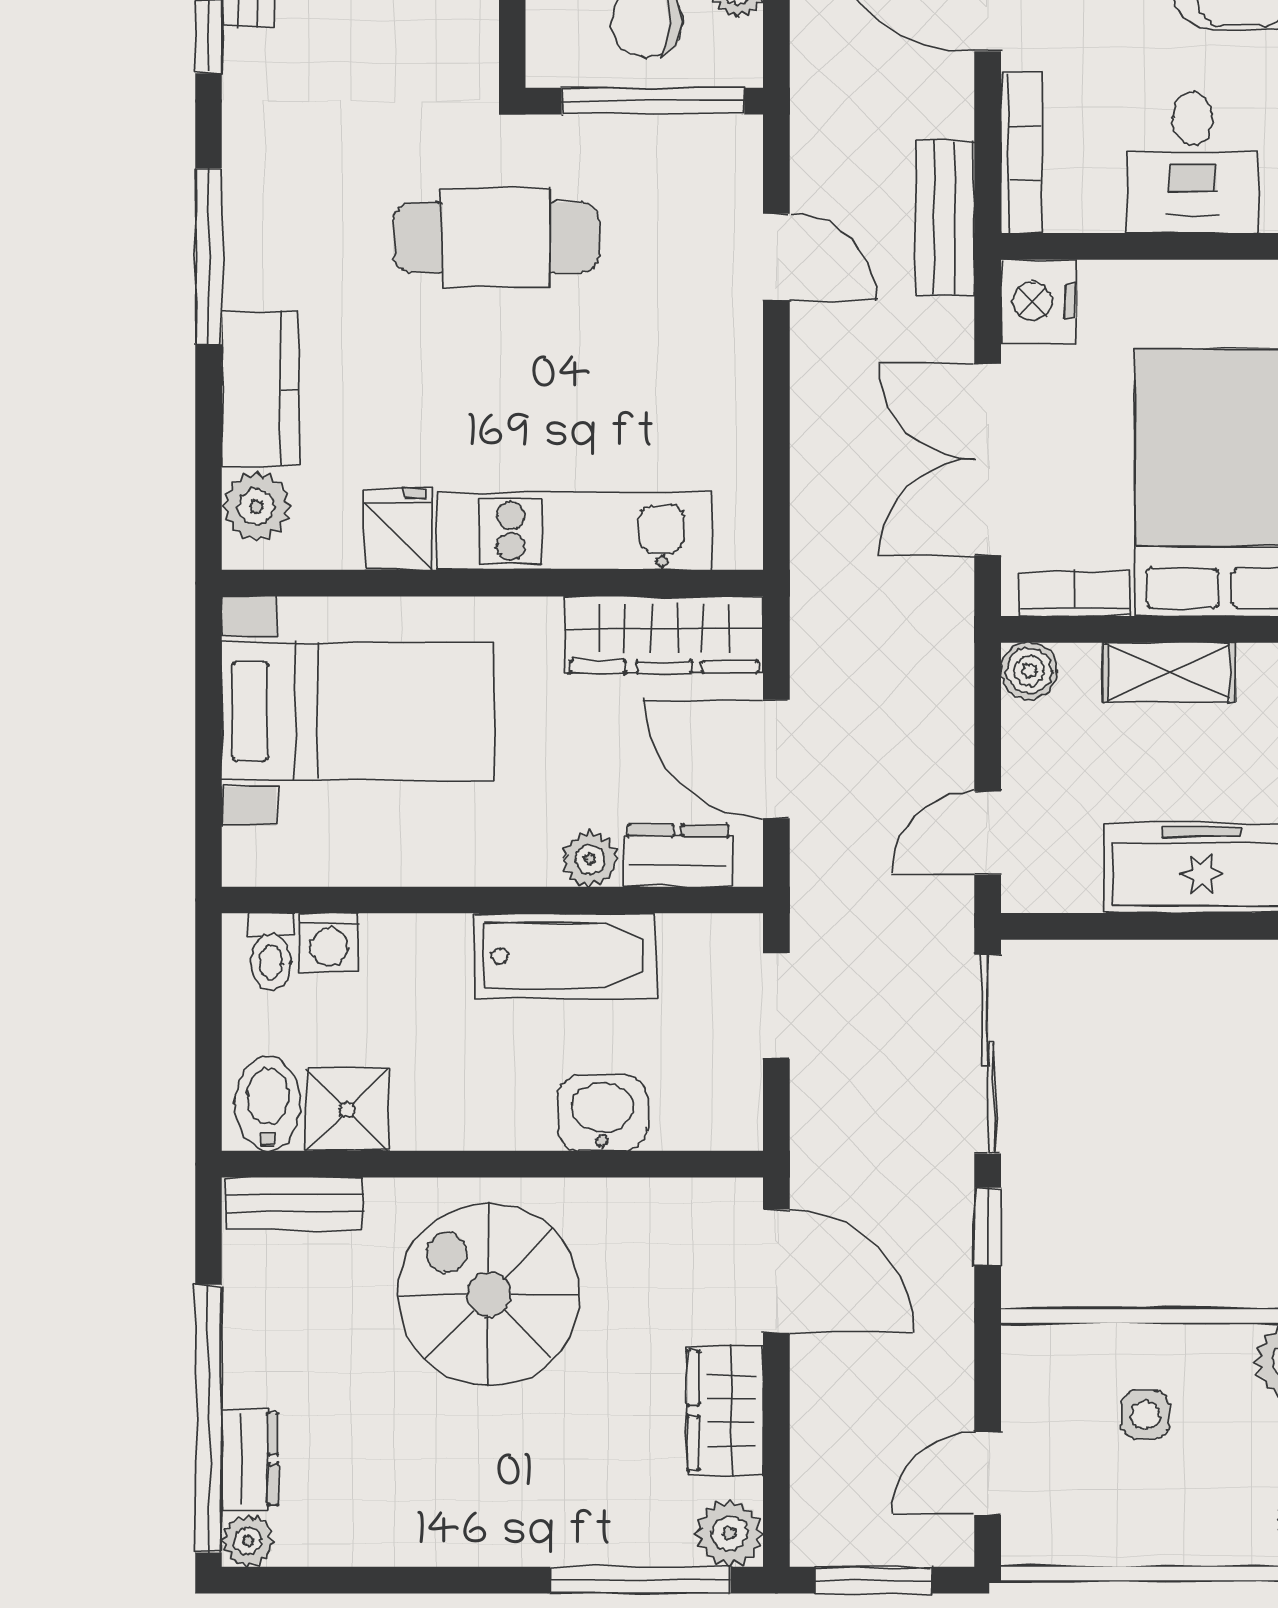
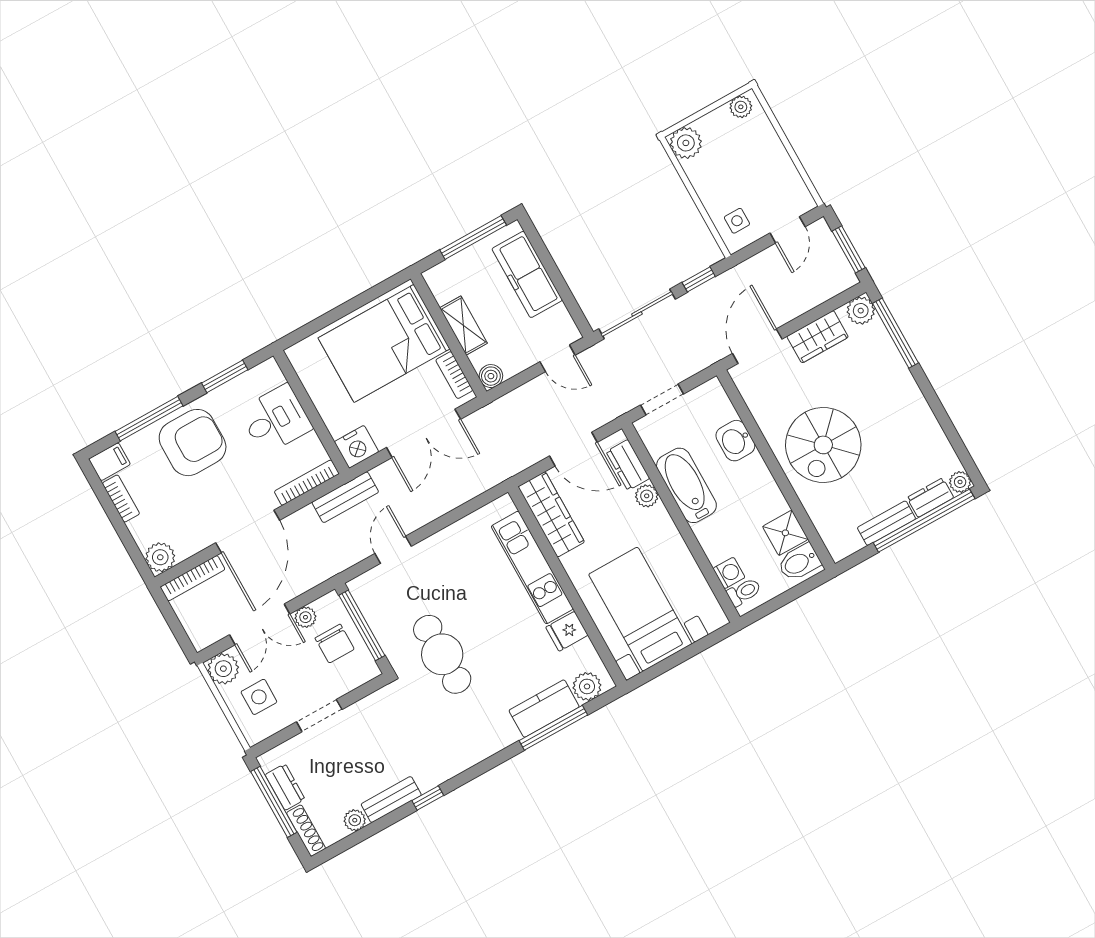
window: (209, 256) -> (553, 728), moved
door: (776, 759) -> (573, 449), hinge flipped
bench: (294, 1203) -> (886, 523), moved, turned 90
side table: (1145, 1415) -> (737, 221), moved
door: (988, 1473) -> (787, 230), hinge flipped

